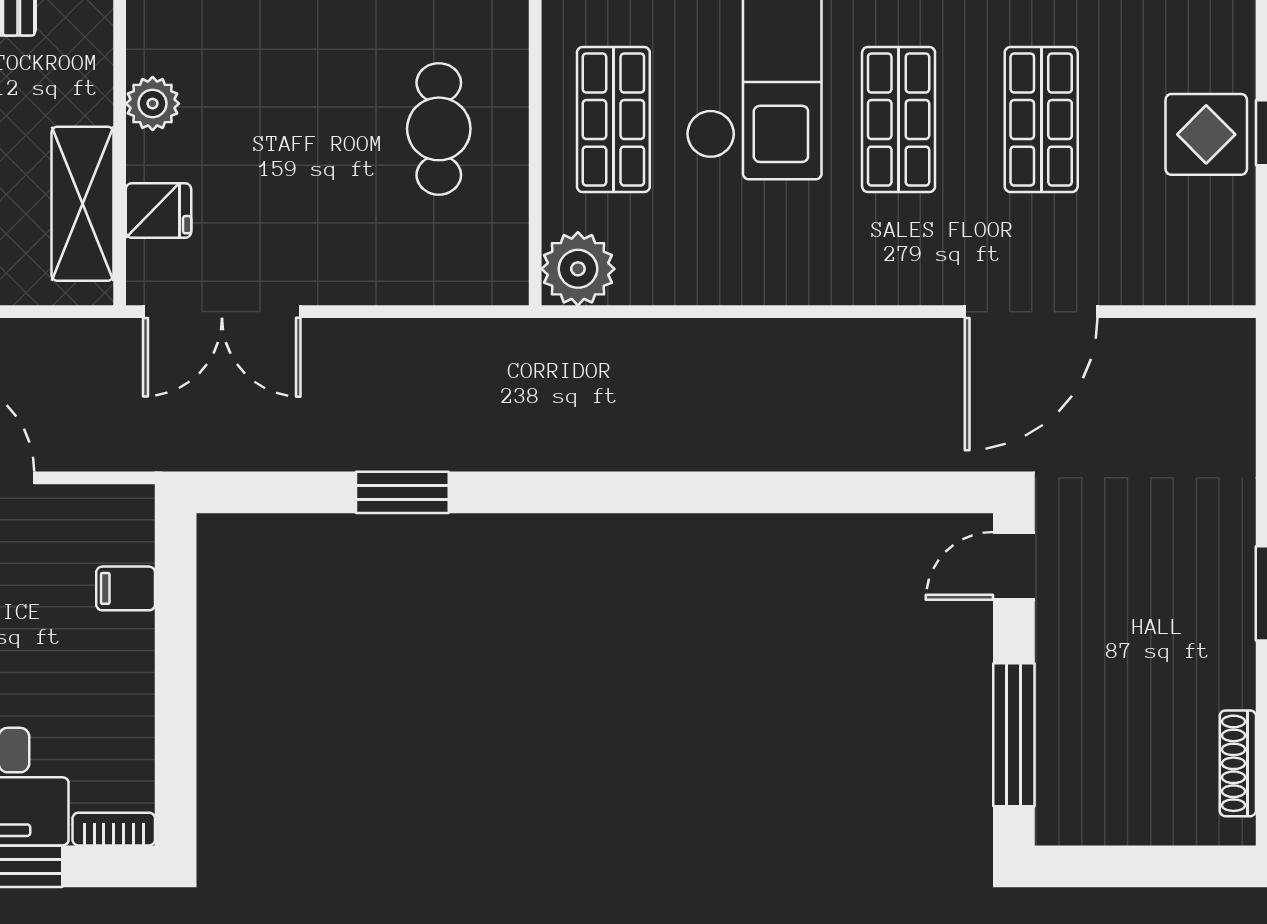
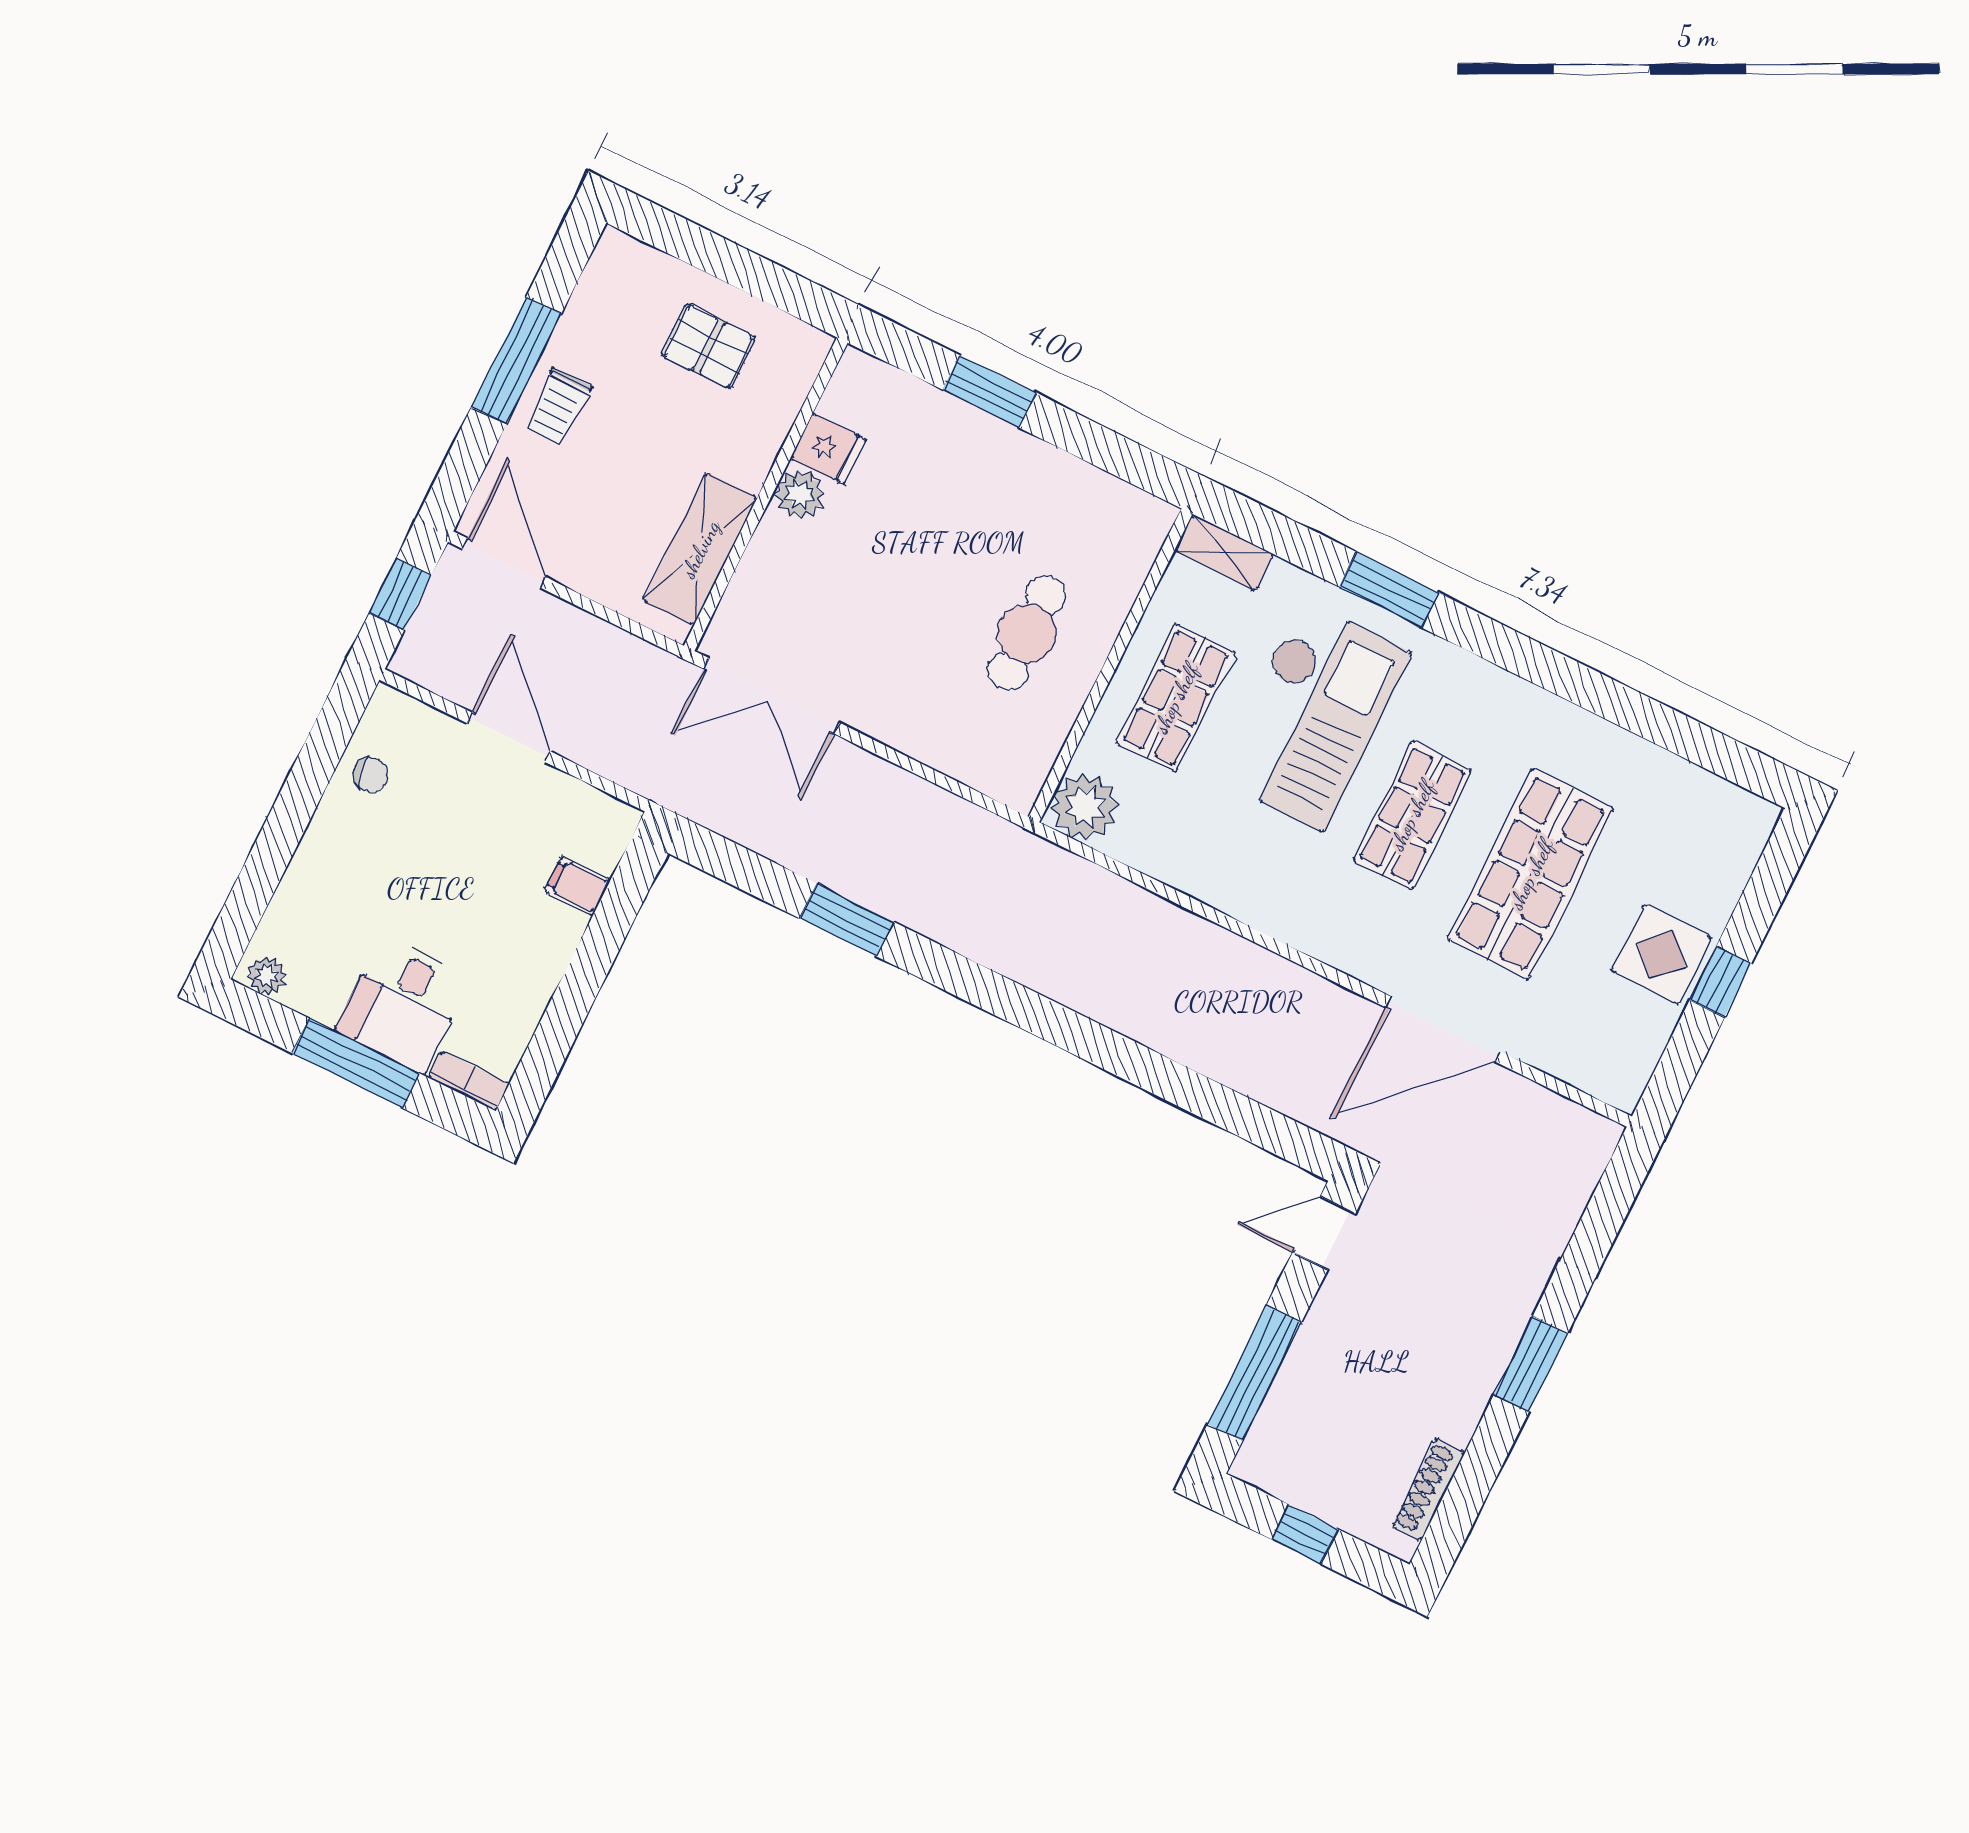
shop shelf: (1041, 120) -> (1531, 874), width x1.43, depth x1.36
fridge: (158, 211) -> (828, 449), moved
window: (1140, 866) -> (1305, 1534), added

